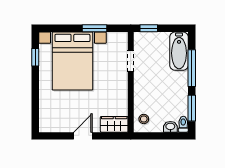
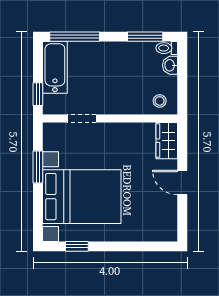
bathtub: (179, 51) -> (55, 67), moved, turned -90
window: (192, 68) -> (75, 37), moved

